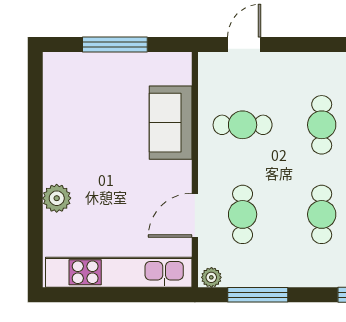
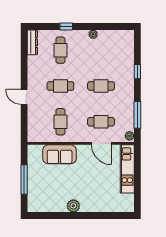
door: (244, 44) -> (24, 97), moved
plant: (57, 198) -> (73, 206), moved
kitchen unit: (119, 272) -> (127, 169), width x0.73

